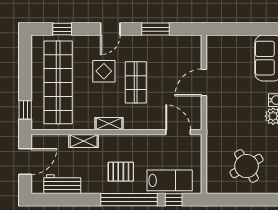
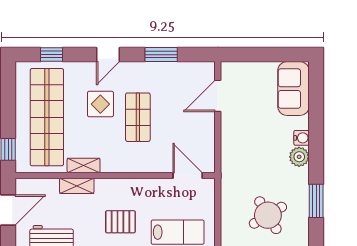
door: (204, 83) -> (218, 96), moved
shelving: (109, 124) -> (84, 165), moved

